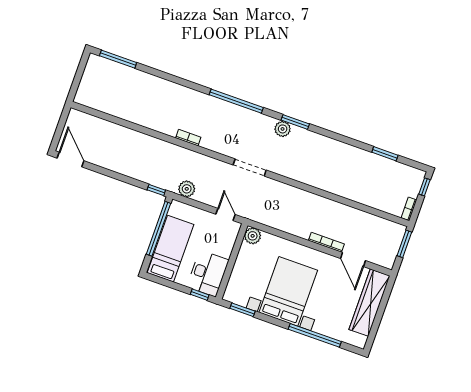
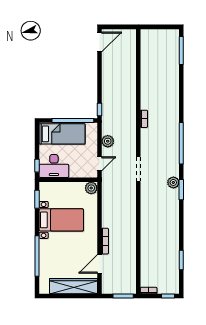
plant: (187, 189) -> (108, 141), moved
bed with nightstands: (288, 291) -> (61, 220), width x0.73

